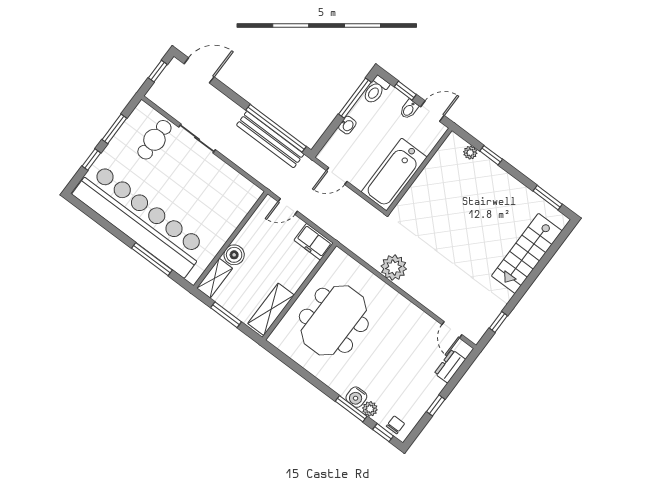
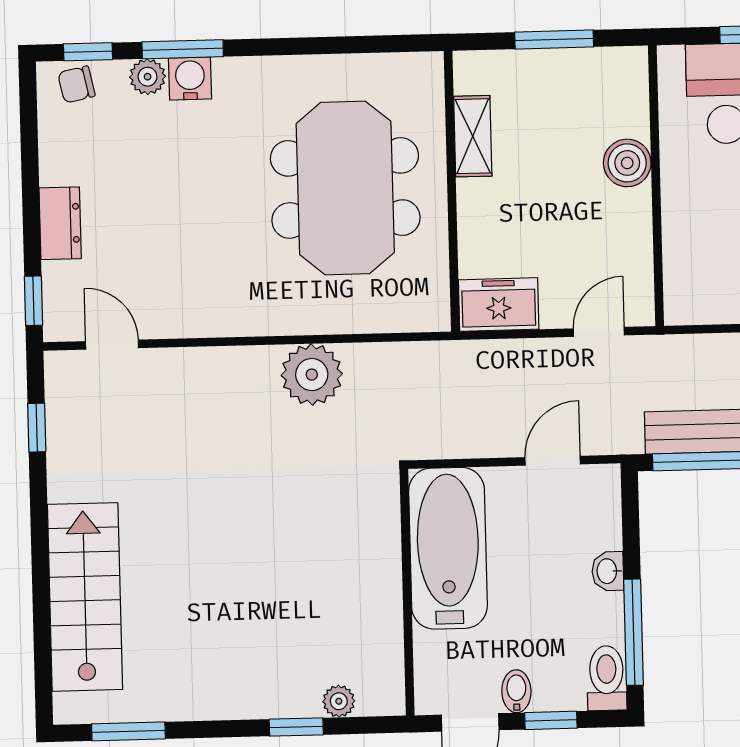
shelving: (215, 278) -> (629, 91), removed
shelving: (271, 309) -> (473, 136), width x0.67, depth x0.75
dresser: (450, 366) -> (60, 223), moved
window: (436, 405) -> (33, 301), moved
chair: (395, 425) -> (76, 84), turned 78

